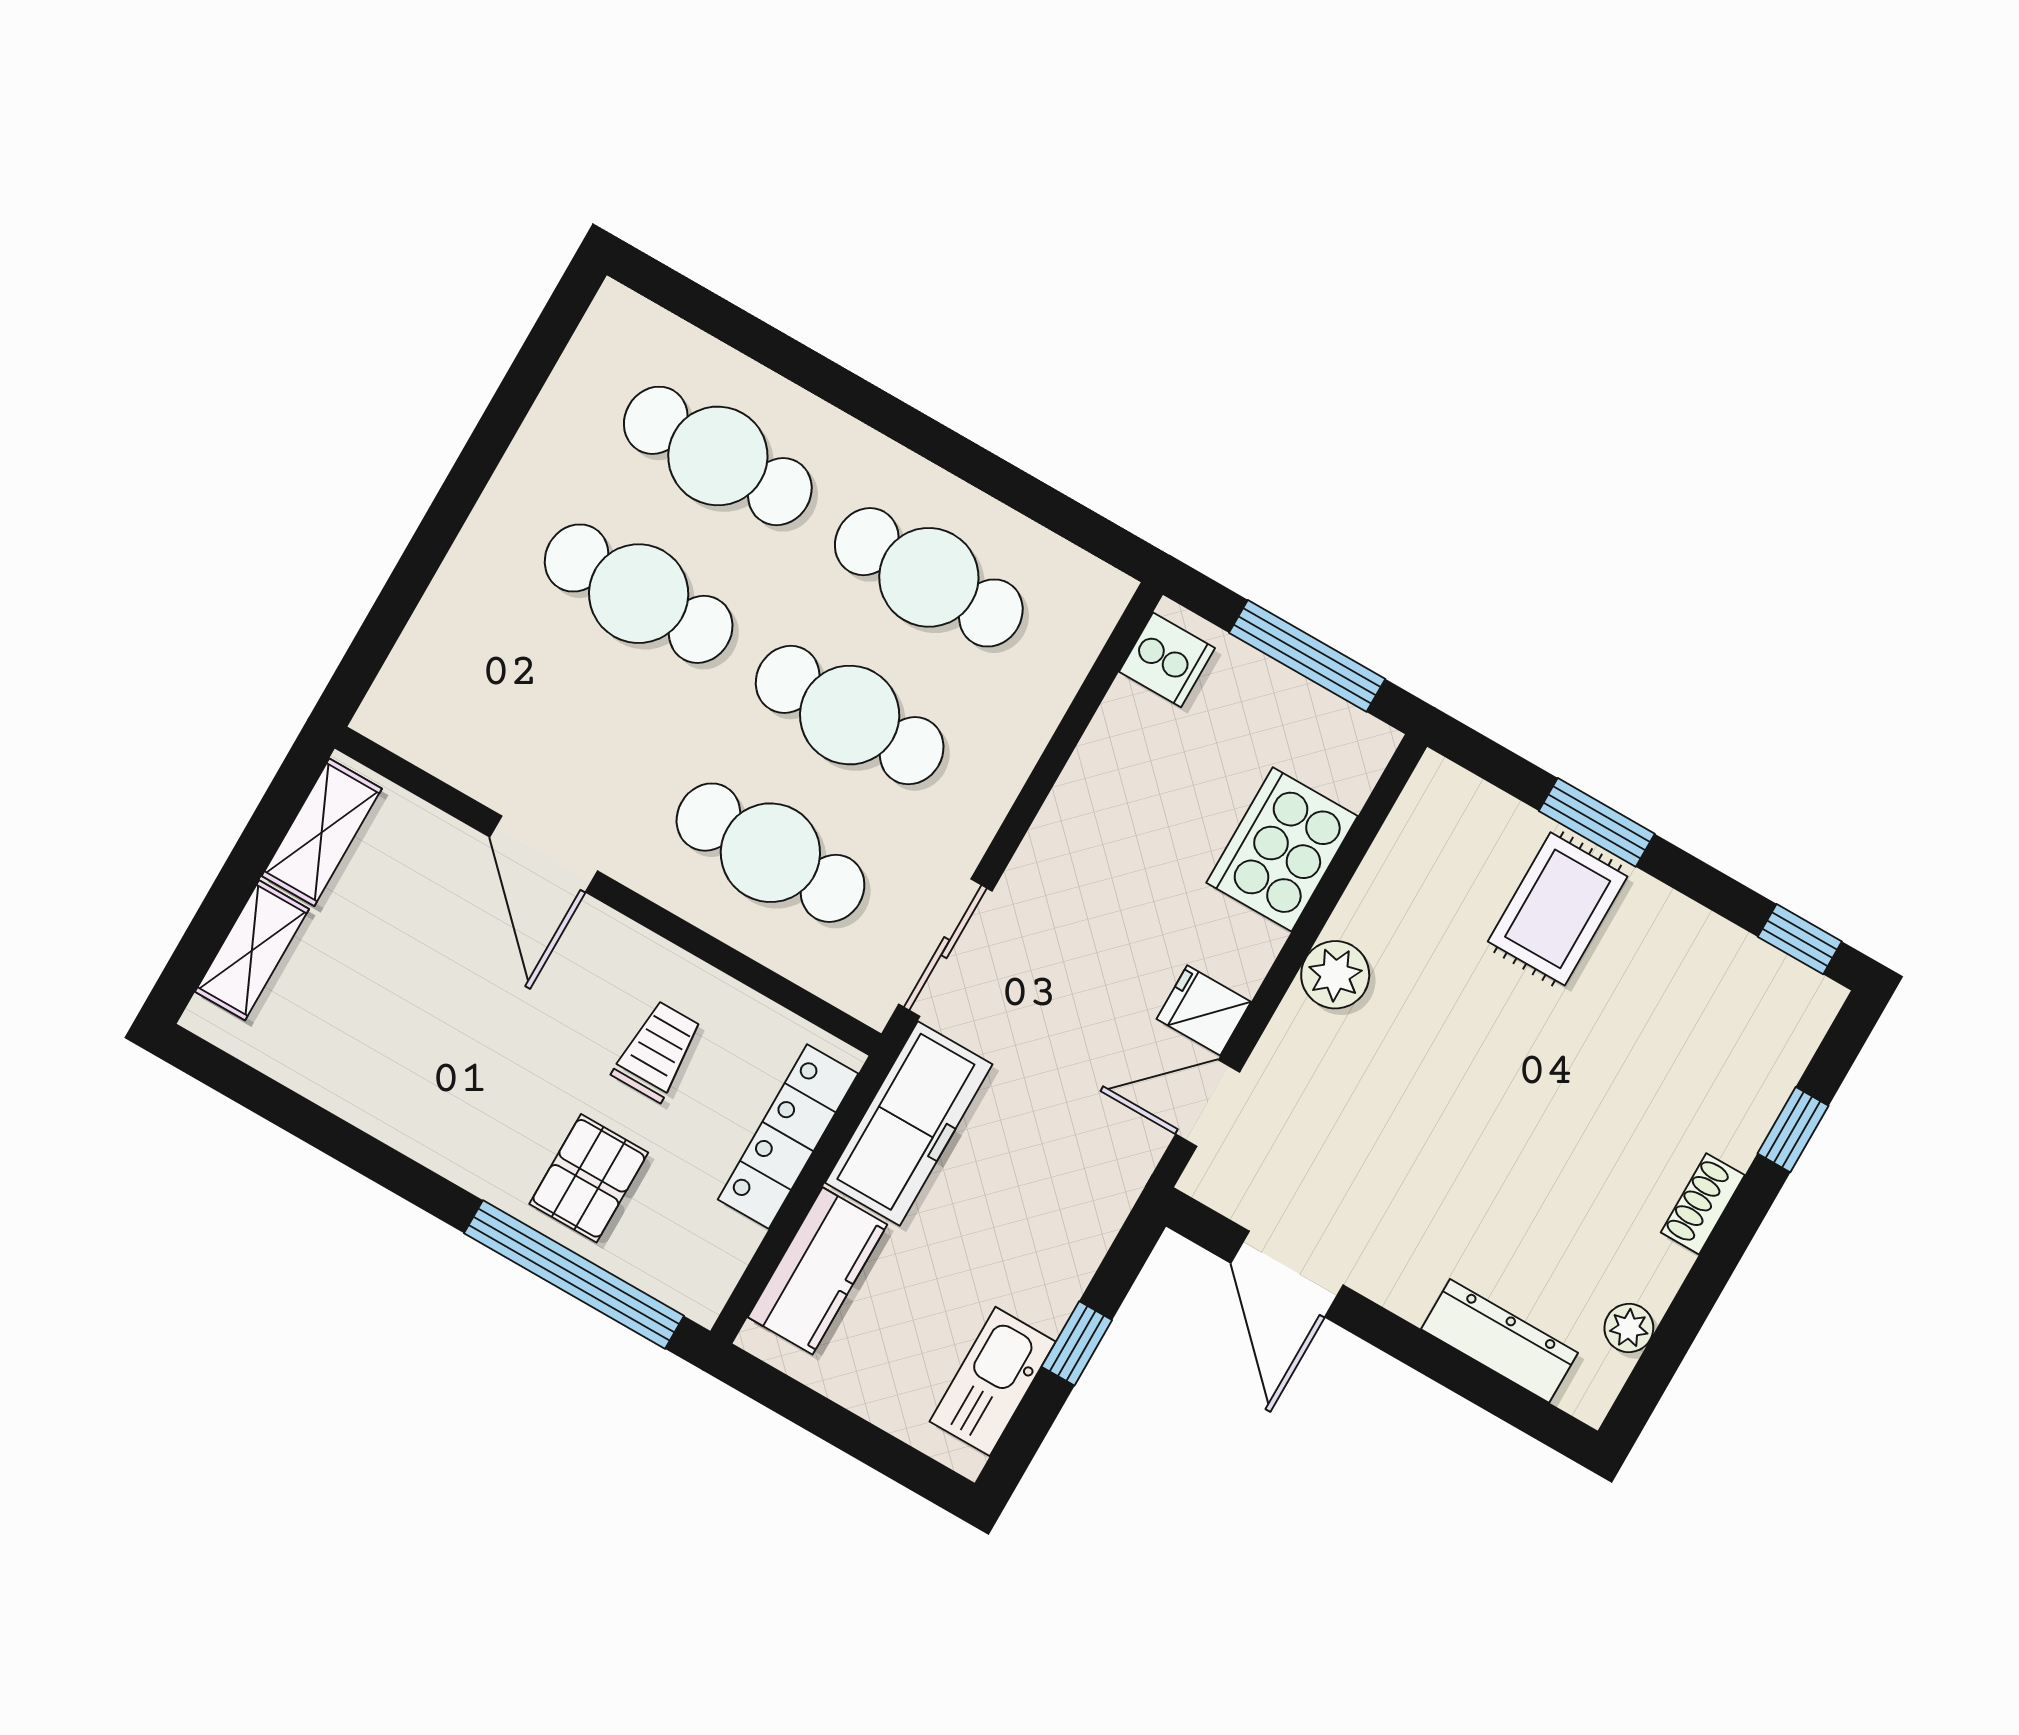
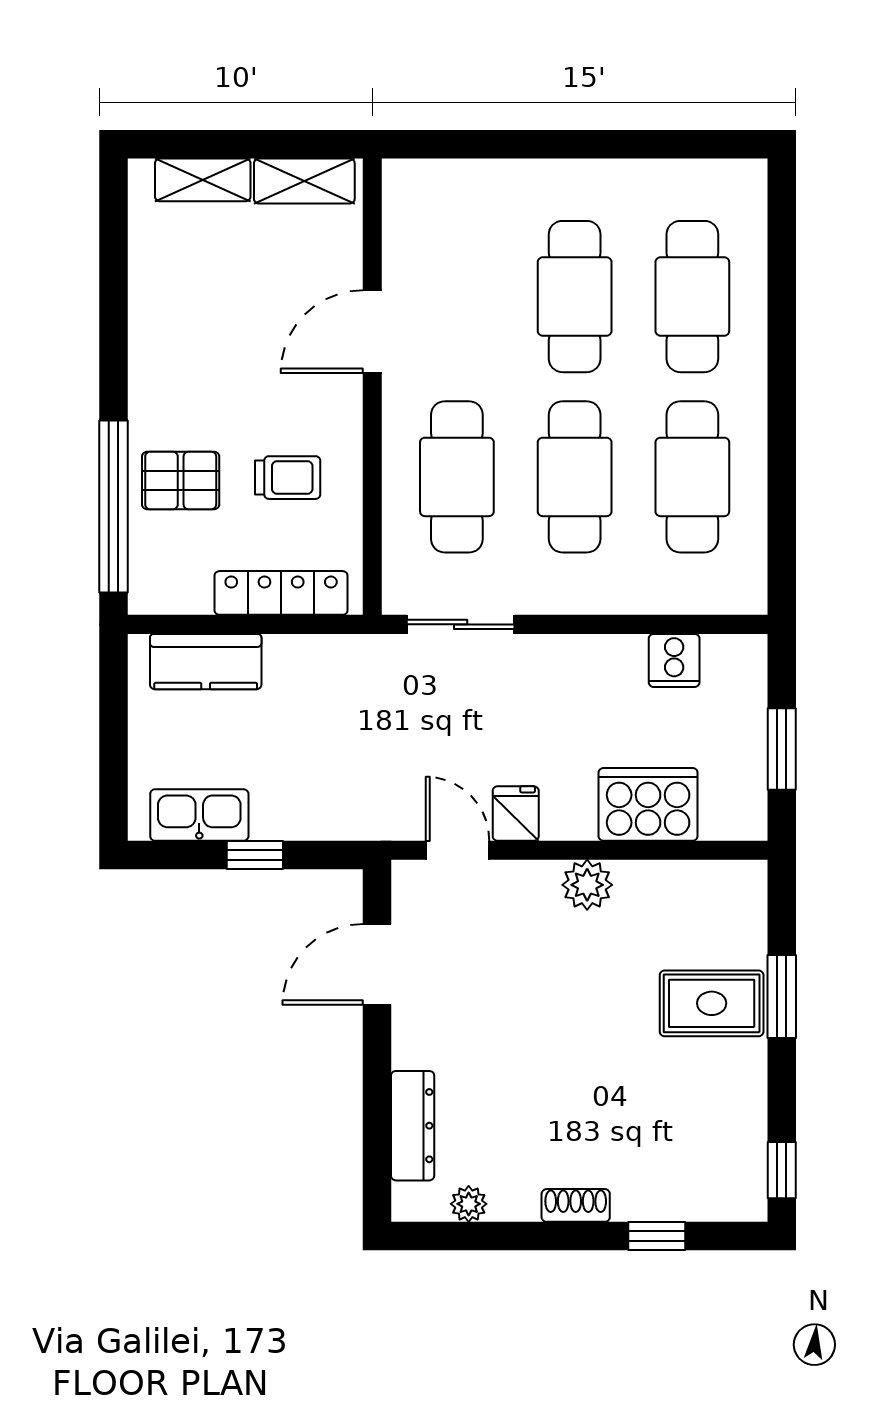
window: (1307, 656) -> (782, 749), width x0.69
cooker: (1167, 660) -> (674, 660), moved
freezer: (909, 1124) -> (334, 666), removed

